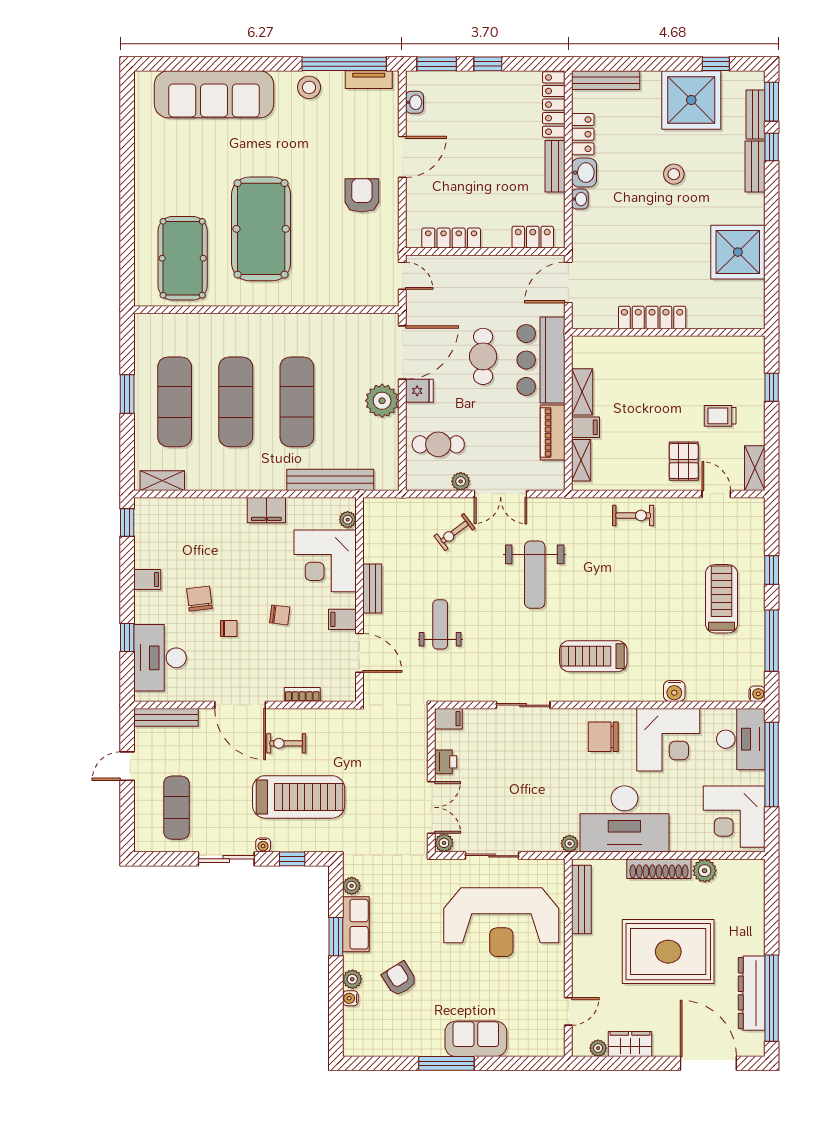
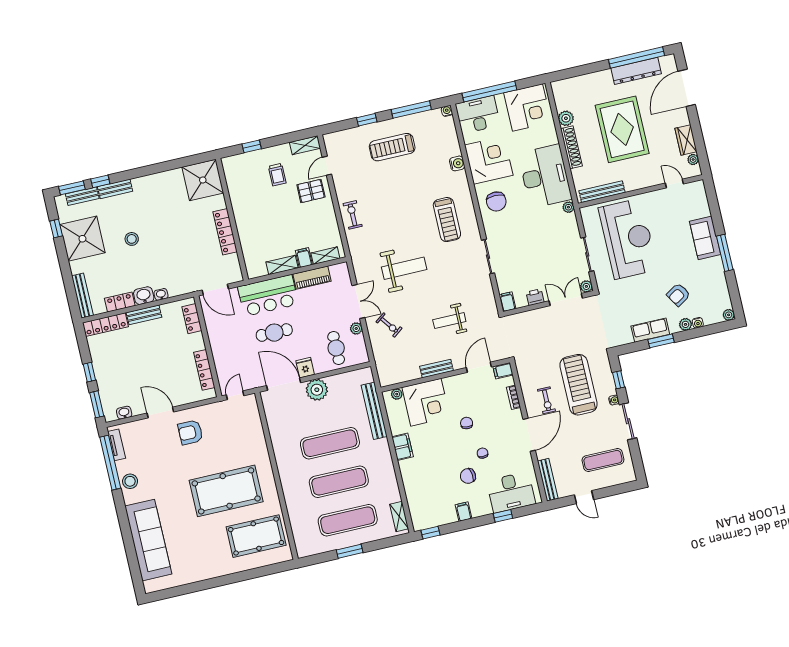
shower: (738, 252) -> (203, 180), moved
filing cabinet: (342, 619) -> (503, 371), moved, turned 90
plant: (352, 886) -> (729, 315), moved

